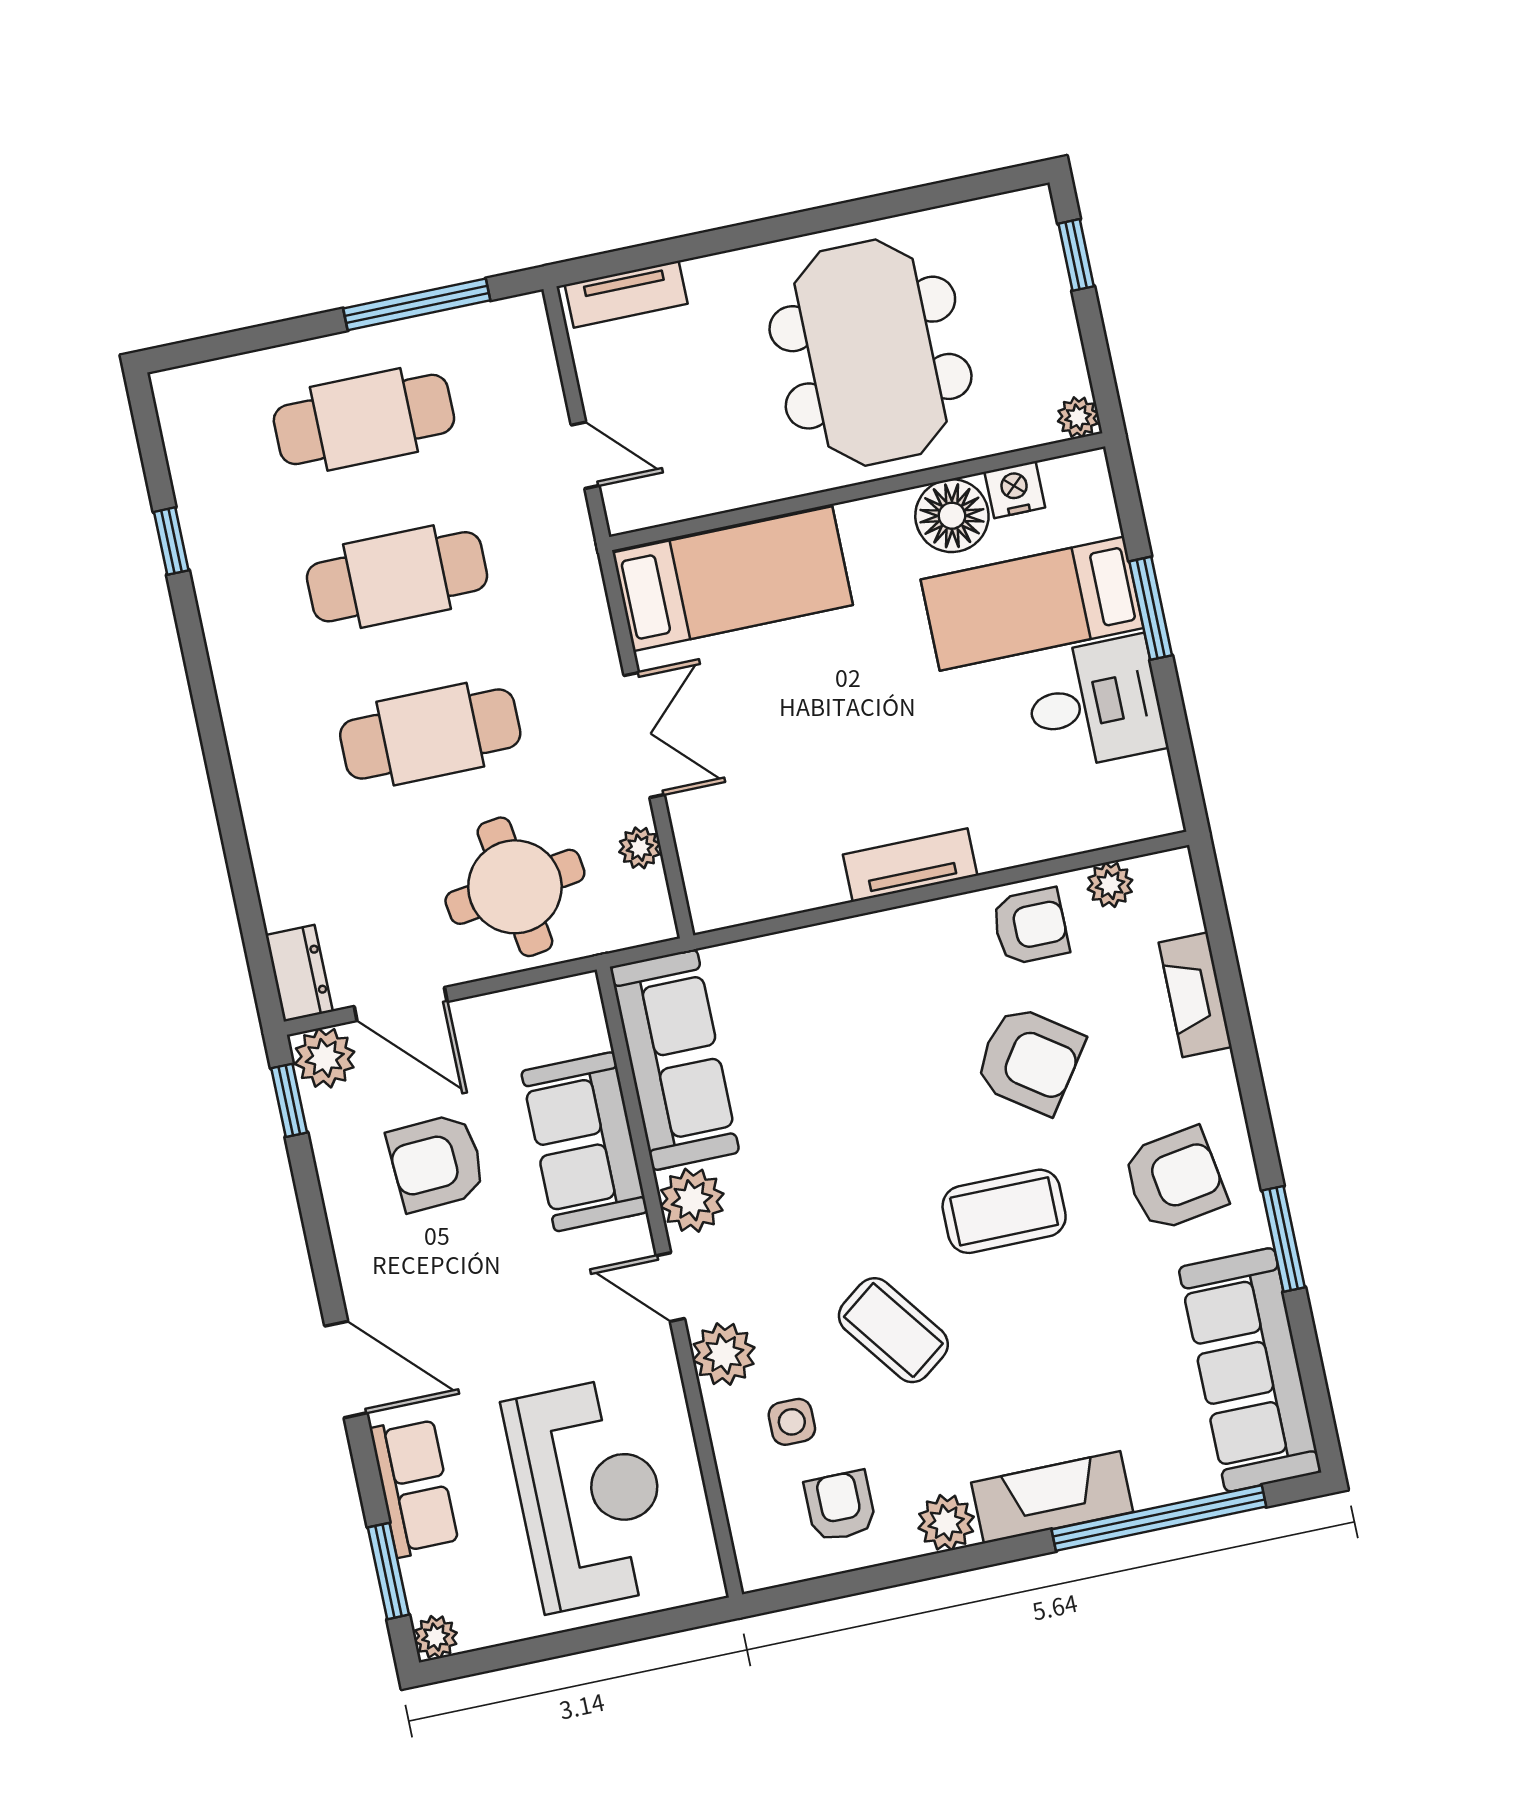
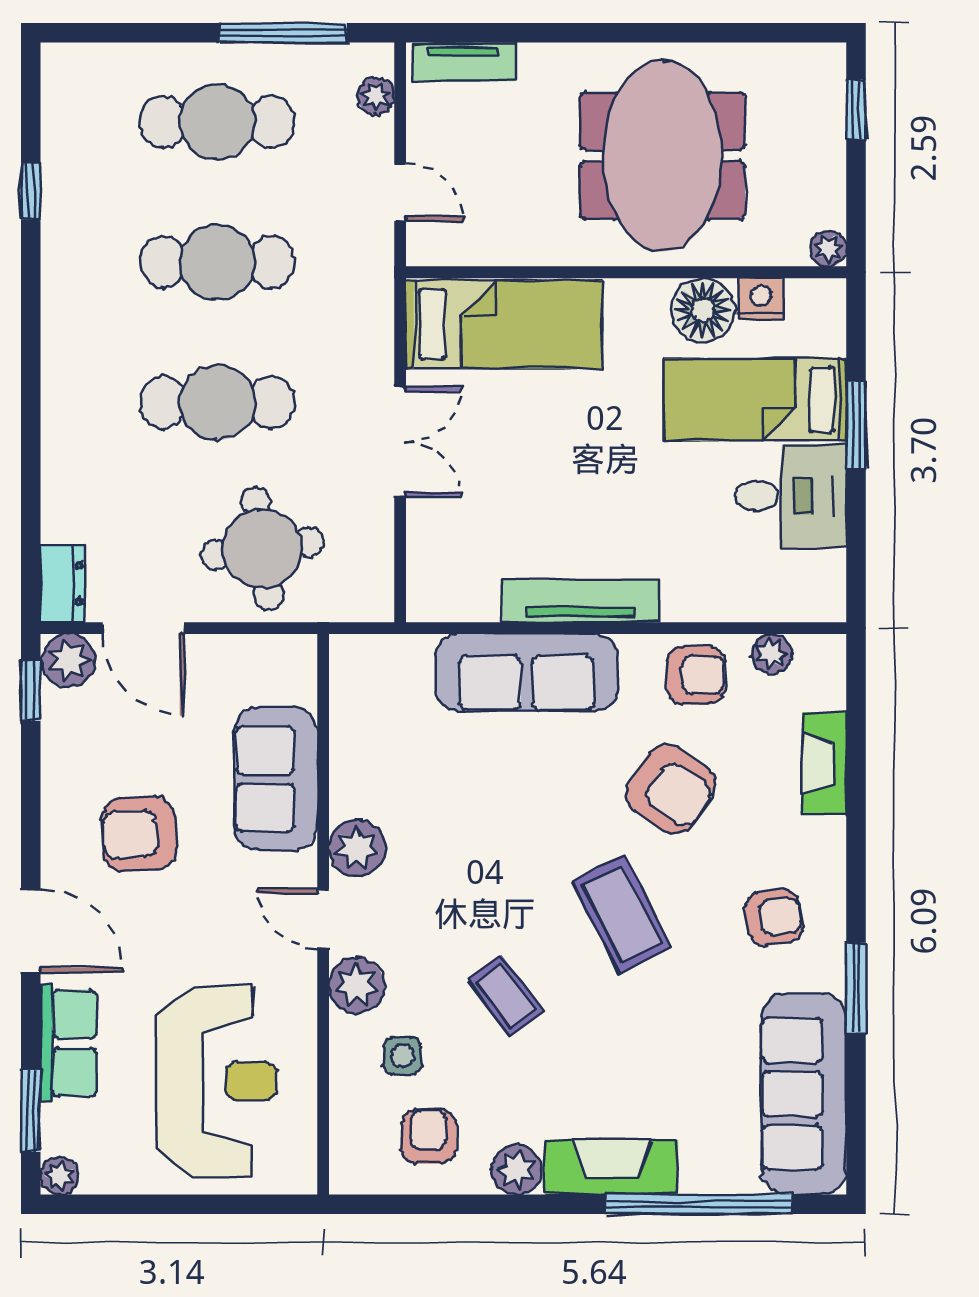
plant: (640, 848) -> (376, 96), moved
tv unit: (910, 865) -> (581, 601), width x1.41
sofa: (675, 1060) -> (527, 673), moved, turned 90
armchair: (436, 1162) -> (139, 834), moved
armchair: (1175, 1179) -> (774, 917), width x0.72, depth x0.72
coffee table: (1004, 1211) -> (622, 914), turned 63
coffee table: (893, 1330) -> (506, 996), width x0.73, depth x0.77

